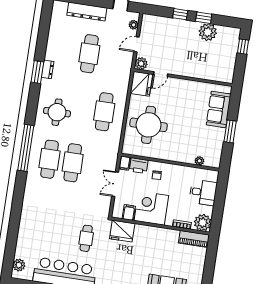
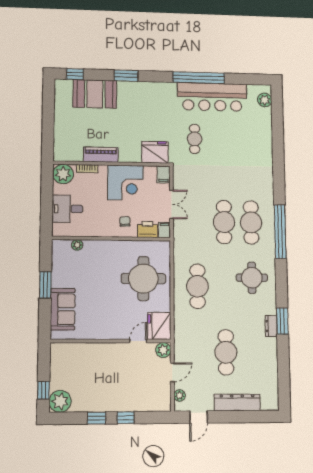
plant: (208, 32) -> (60, 401), moved
filing cabinet: (129, 213) -> (164, 174), moved
piano: (194, 239) -> (101, 155), moved

